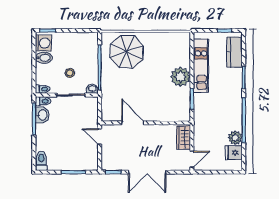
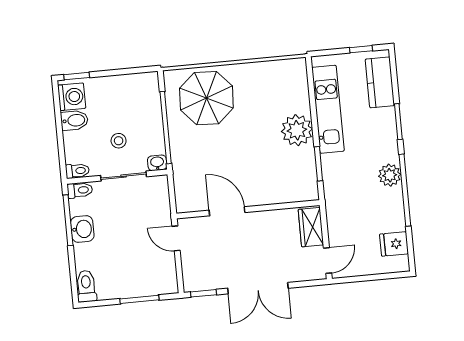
washbasin: (42, 115) -> (82, 229), moved
plant: (235, 138) -> (390, 175), moved

